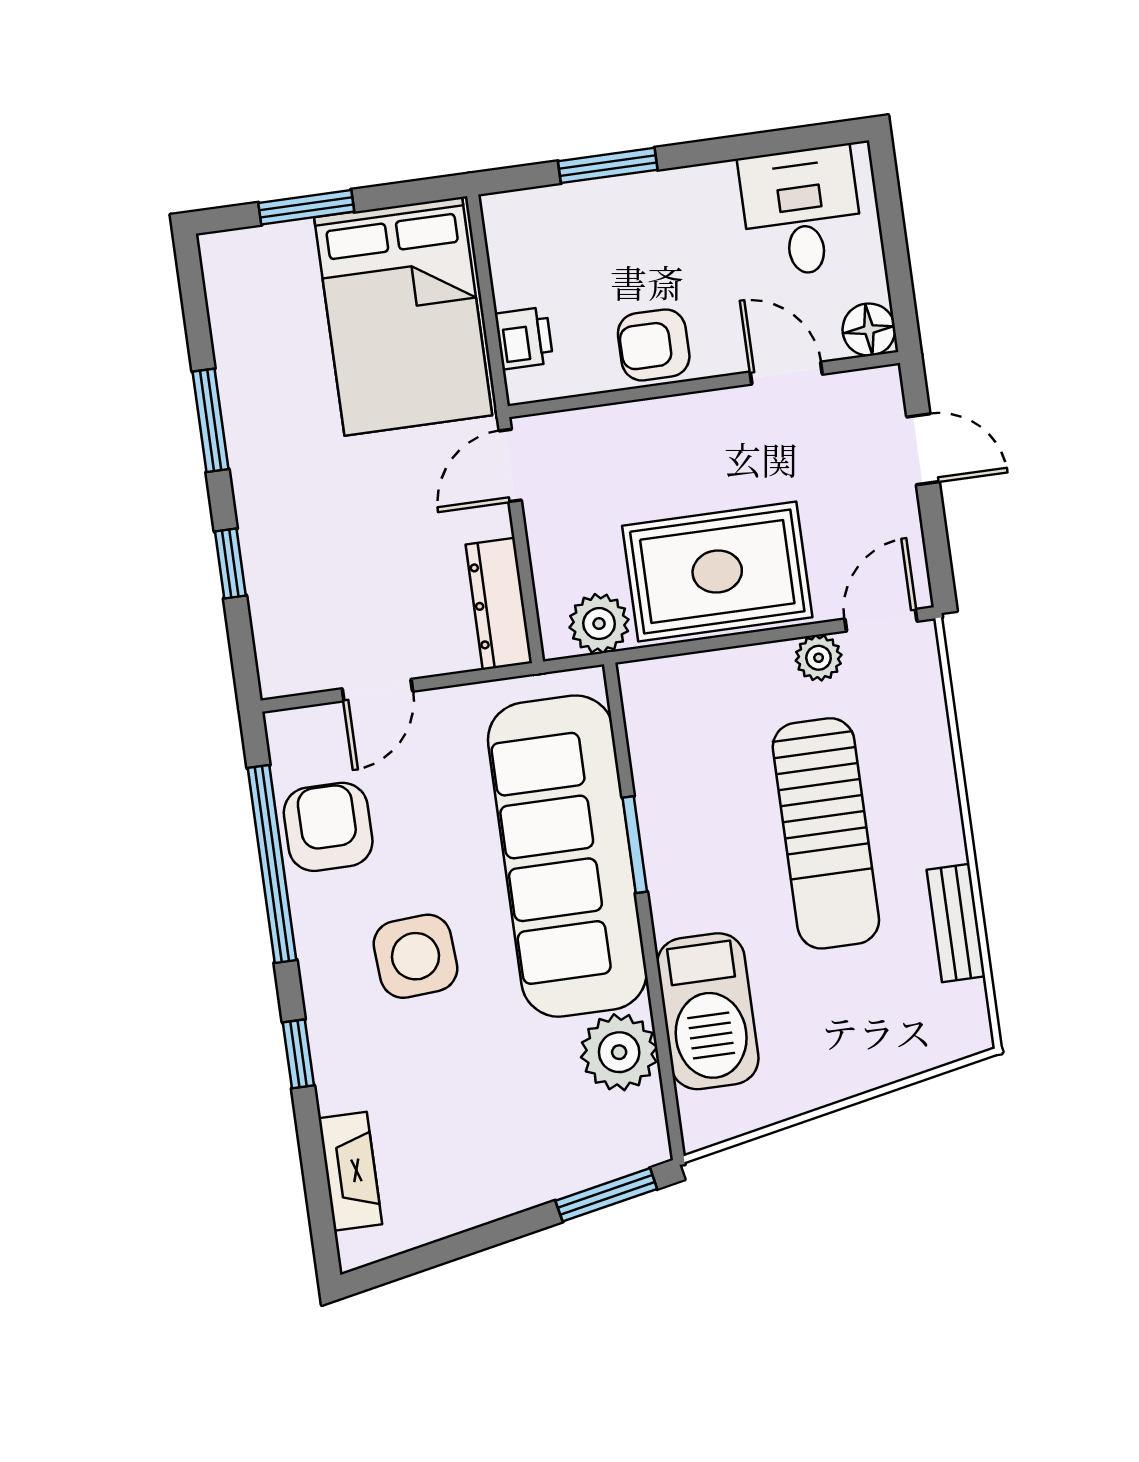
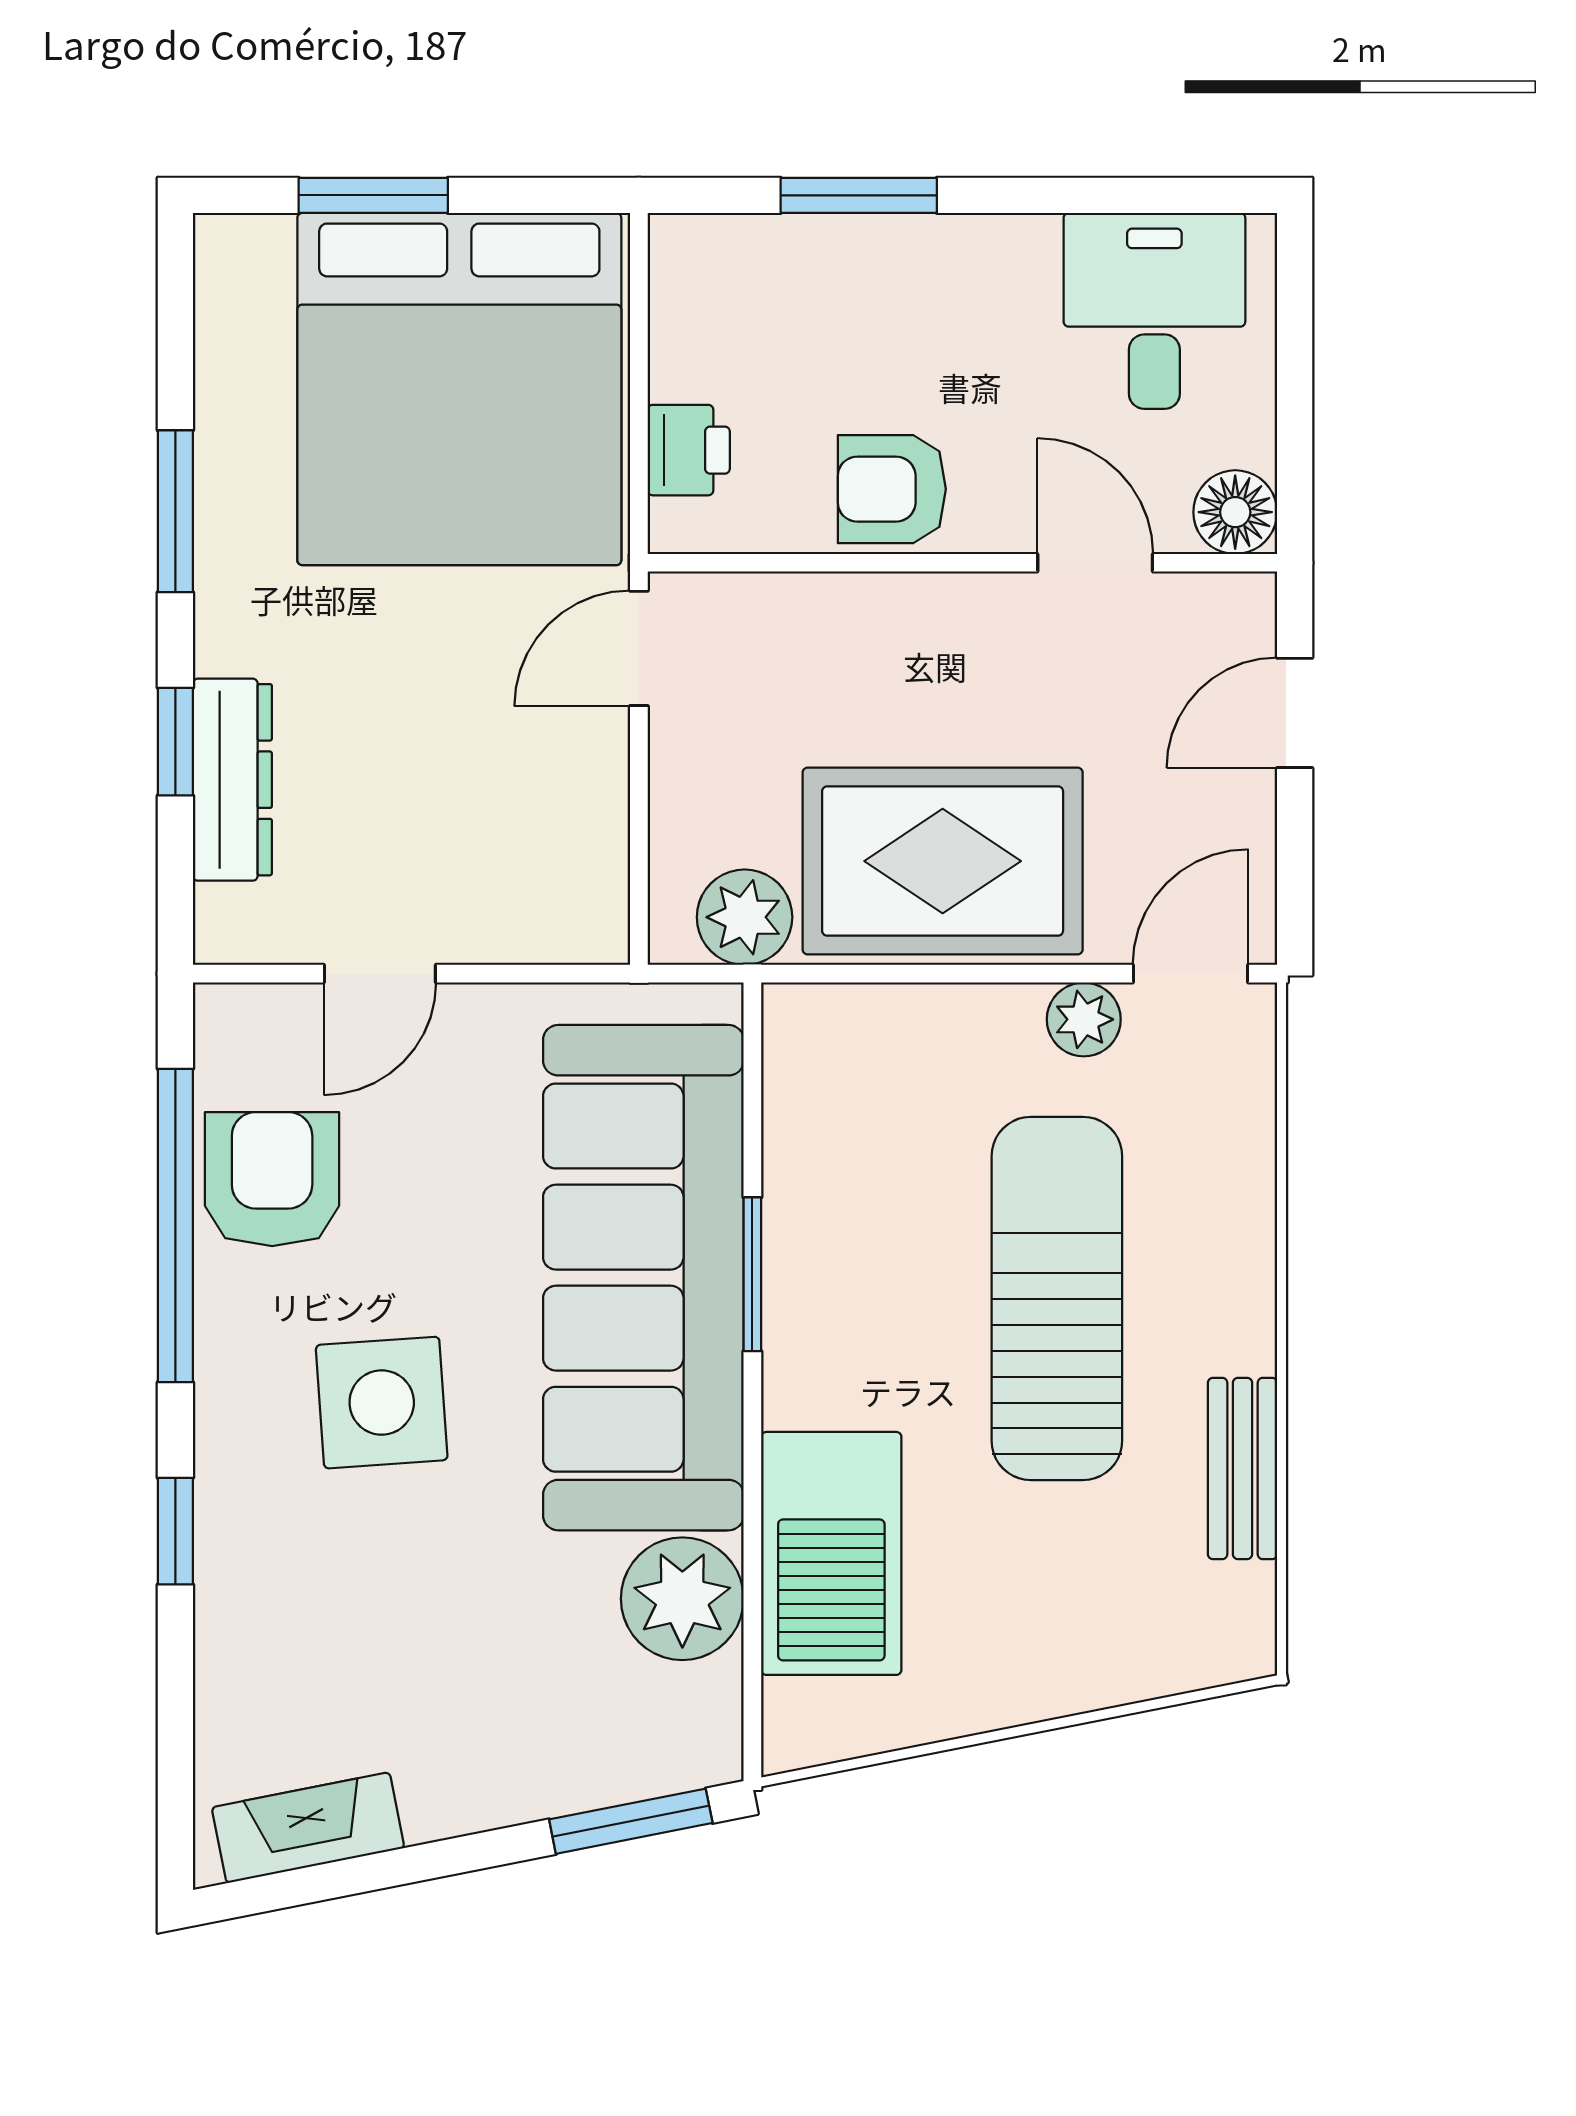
bed: (403, 316) -> (459, 389), width x1.36
door: (923, 449) -> (1295, 713), swing flipped
dresser: (499, 604) -> (232, 780), moved, turned 180
sun lounger: (826, 833) -> (1057, 1298), turned 180
fireplace: (350, 1171) -> (308, 1828), moved, turned -101

